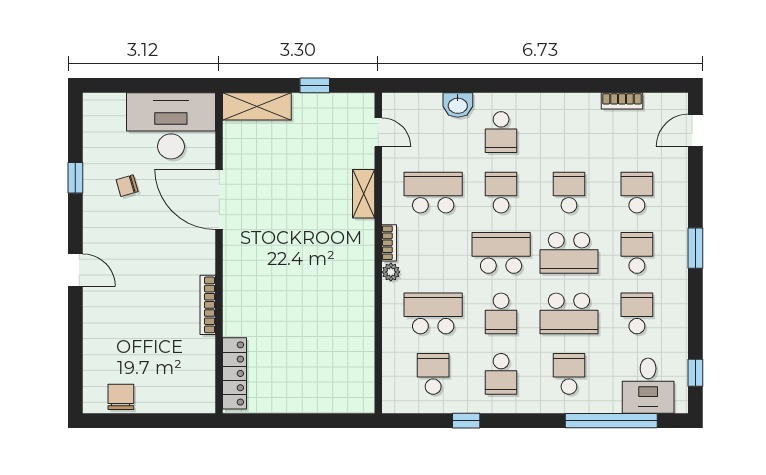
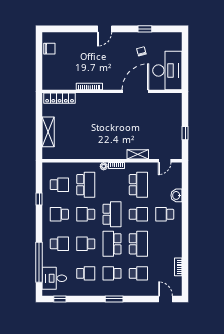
shelving: (257, 106) -> (48, 132), moved
school desk: (569, 193) -> (138, 244), width x1.85
school desk: (637, 253) -> (112, 273), turned 180
school desk: (569, 313) -> (86, 244), width x0.54

